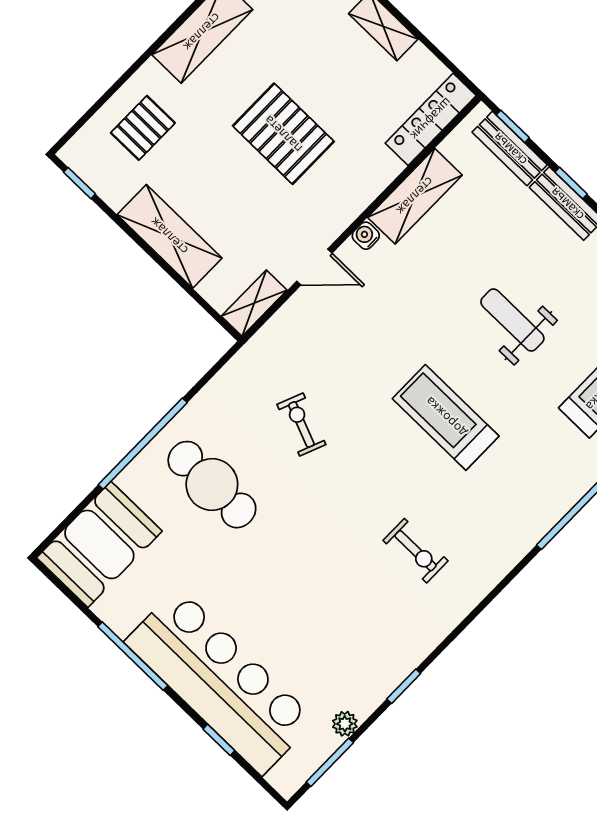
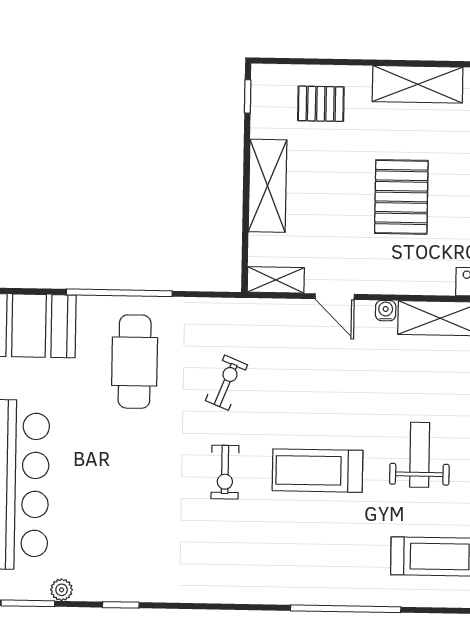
treadmill: (446, 417) -> (317, 471), turned -90
exercise bike: (416, 551) -> (225, 472), moved

